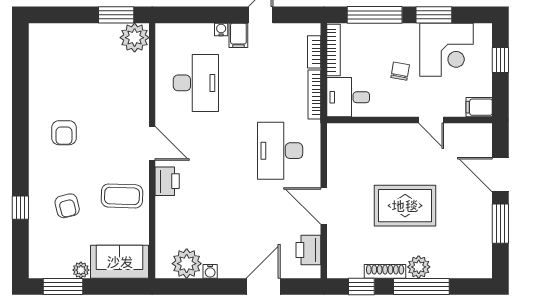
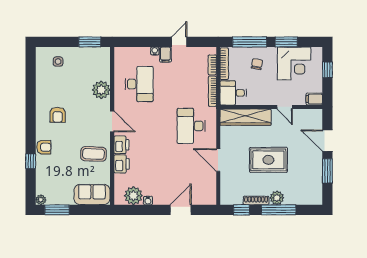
plant: (135, 38) -> (101, 90), moved
side table: (65, 47) -> (58, 62), added
chair: (400, 71) -> (257, 64), moved
wardrobe: (368, 136) -> (246, 117), added
armchair: (67, 206) -> (44, 147), moved, turned -76
printer: (308, 250) -> (122, 164), moved, turned 180
plant: (81, 270) -> (41, 200), moved

